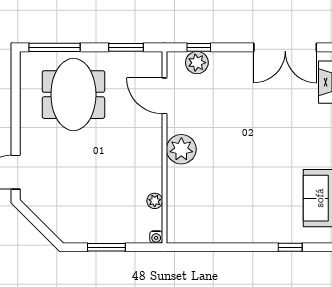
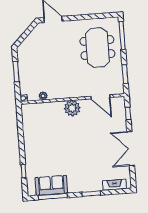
double door: (285, 47) -> (131, 149), moved
plant: (197, 63) -> (120, 113), removed
meeting table: (73, 95) -> (97, 48), turned 90
door: (164, 96) -> (100, 97), swing flipped

